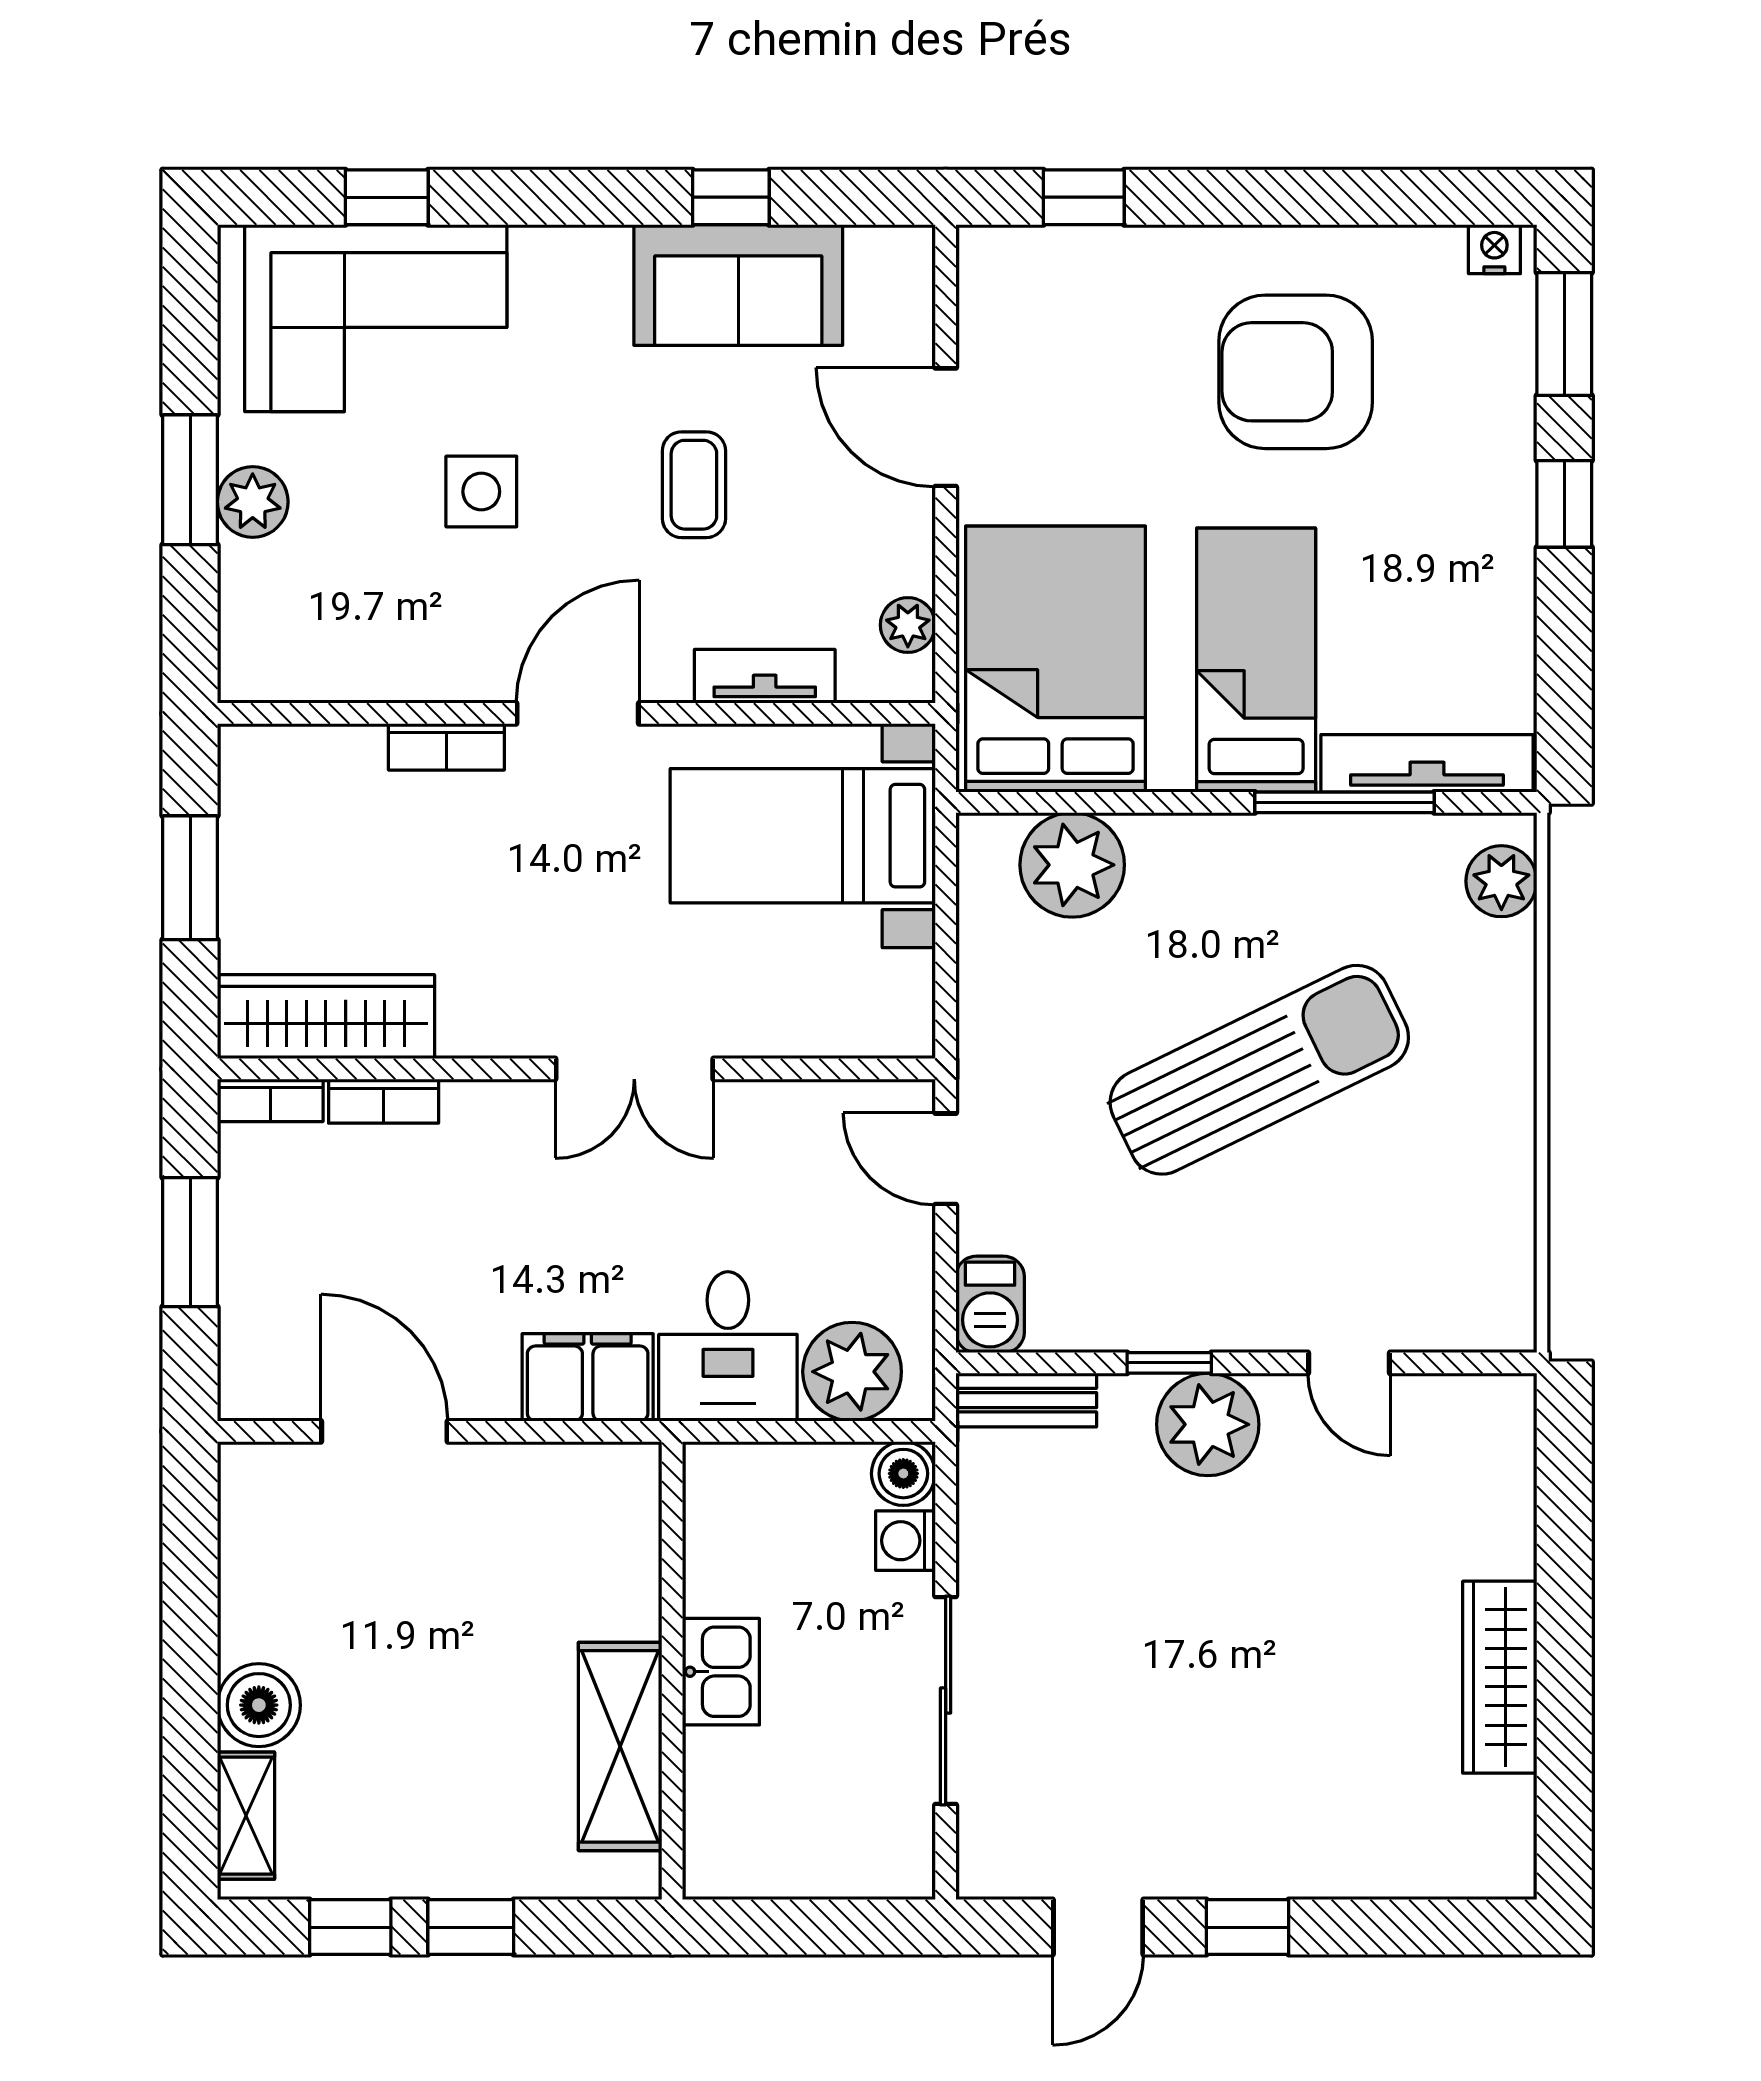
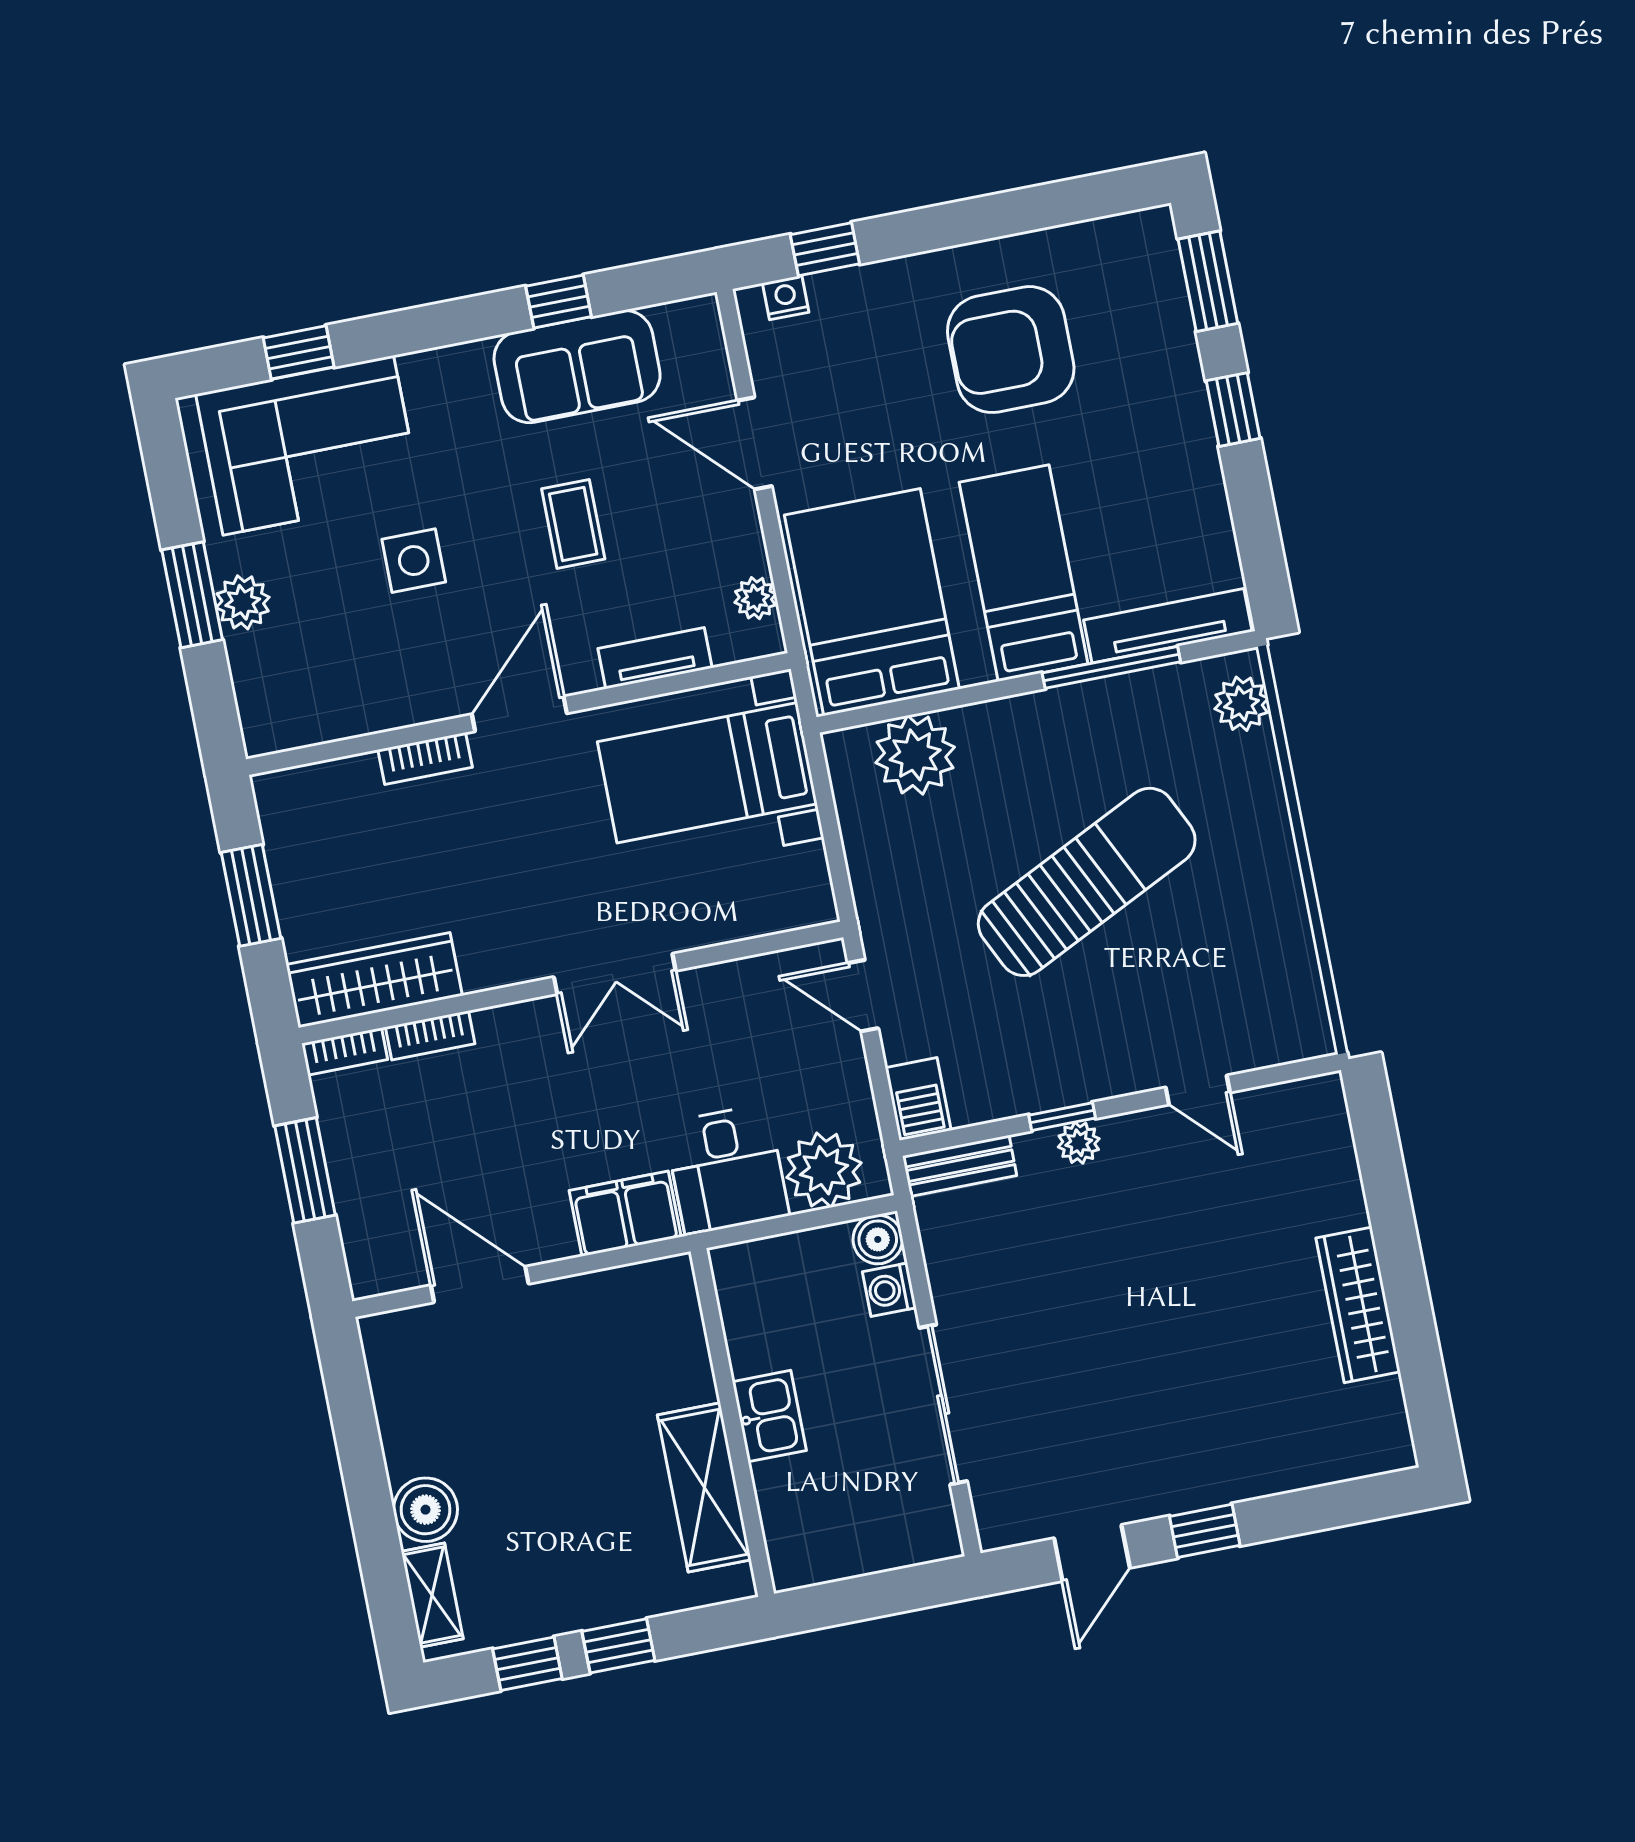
nightstand: (1494, 249) -> (786, 298), moved
plant: (1208, 1424) -> (1079, 1143), width x0.53, depth x0.53

